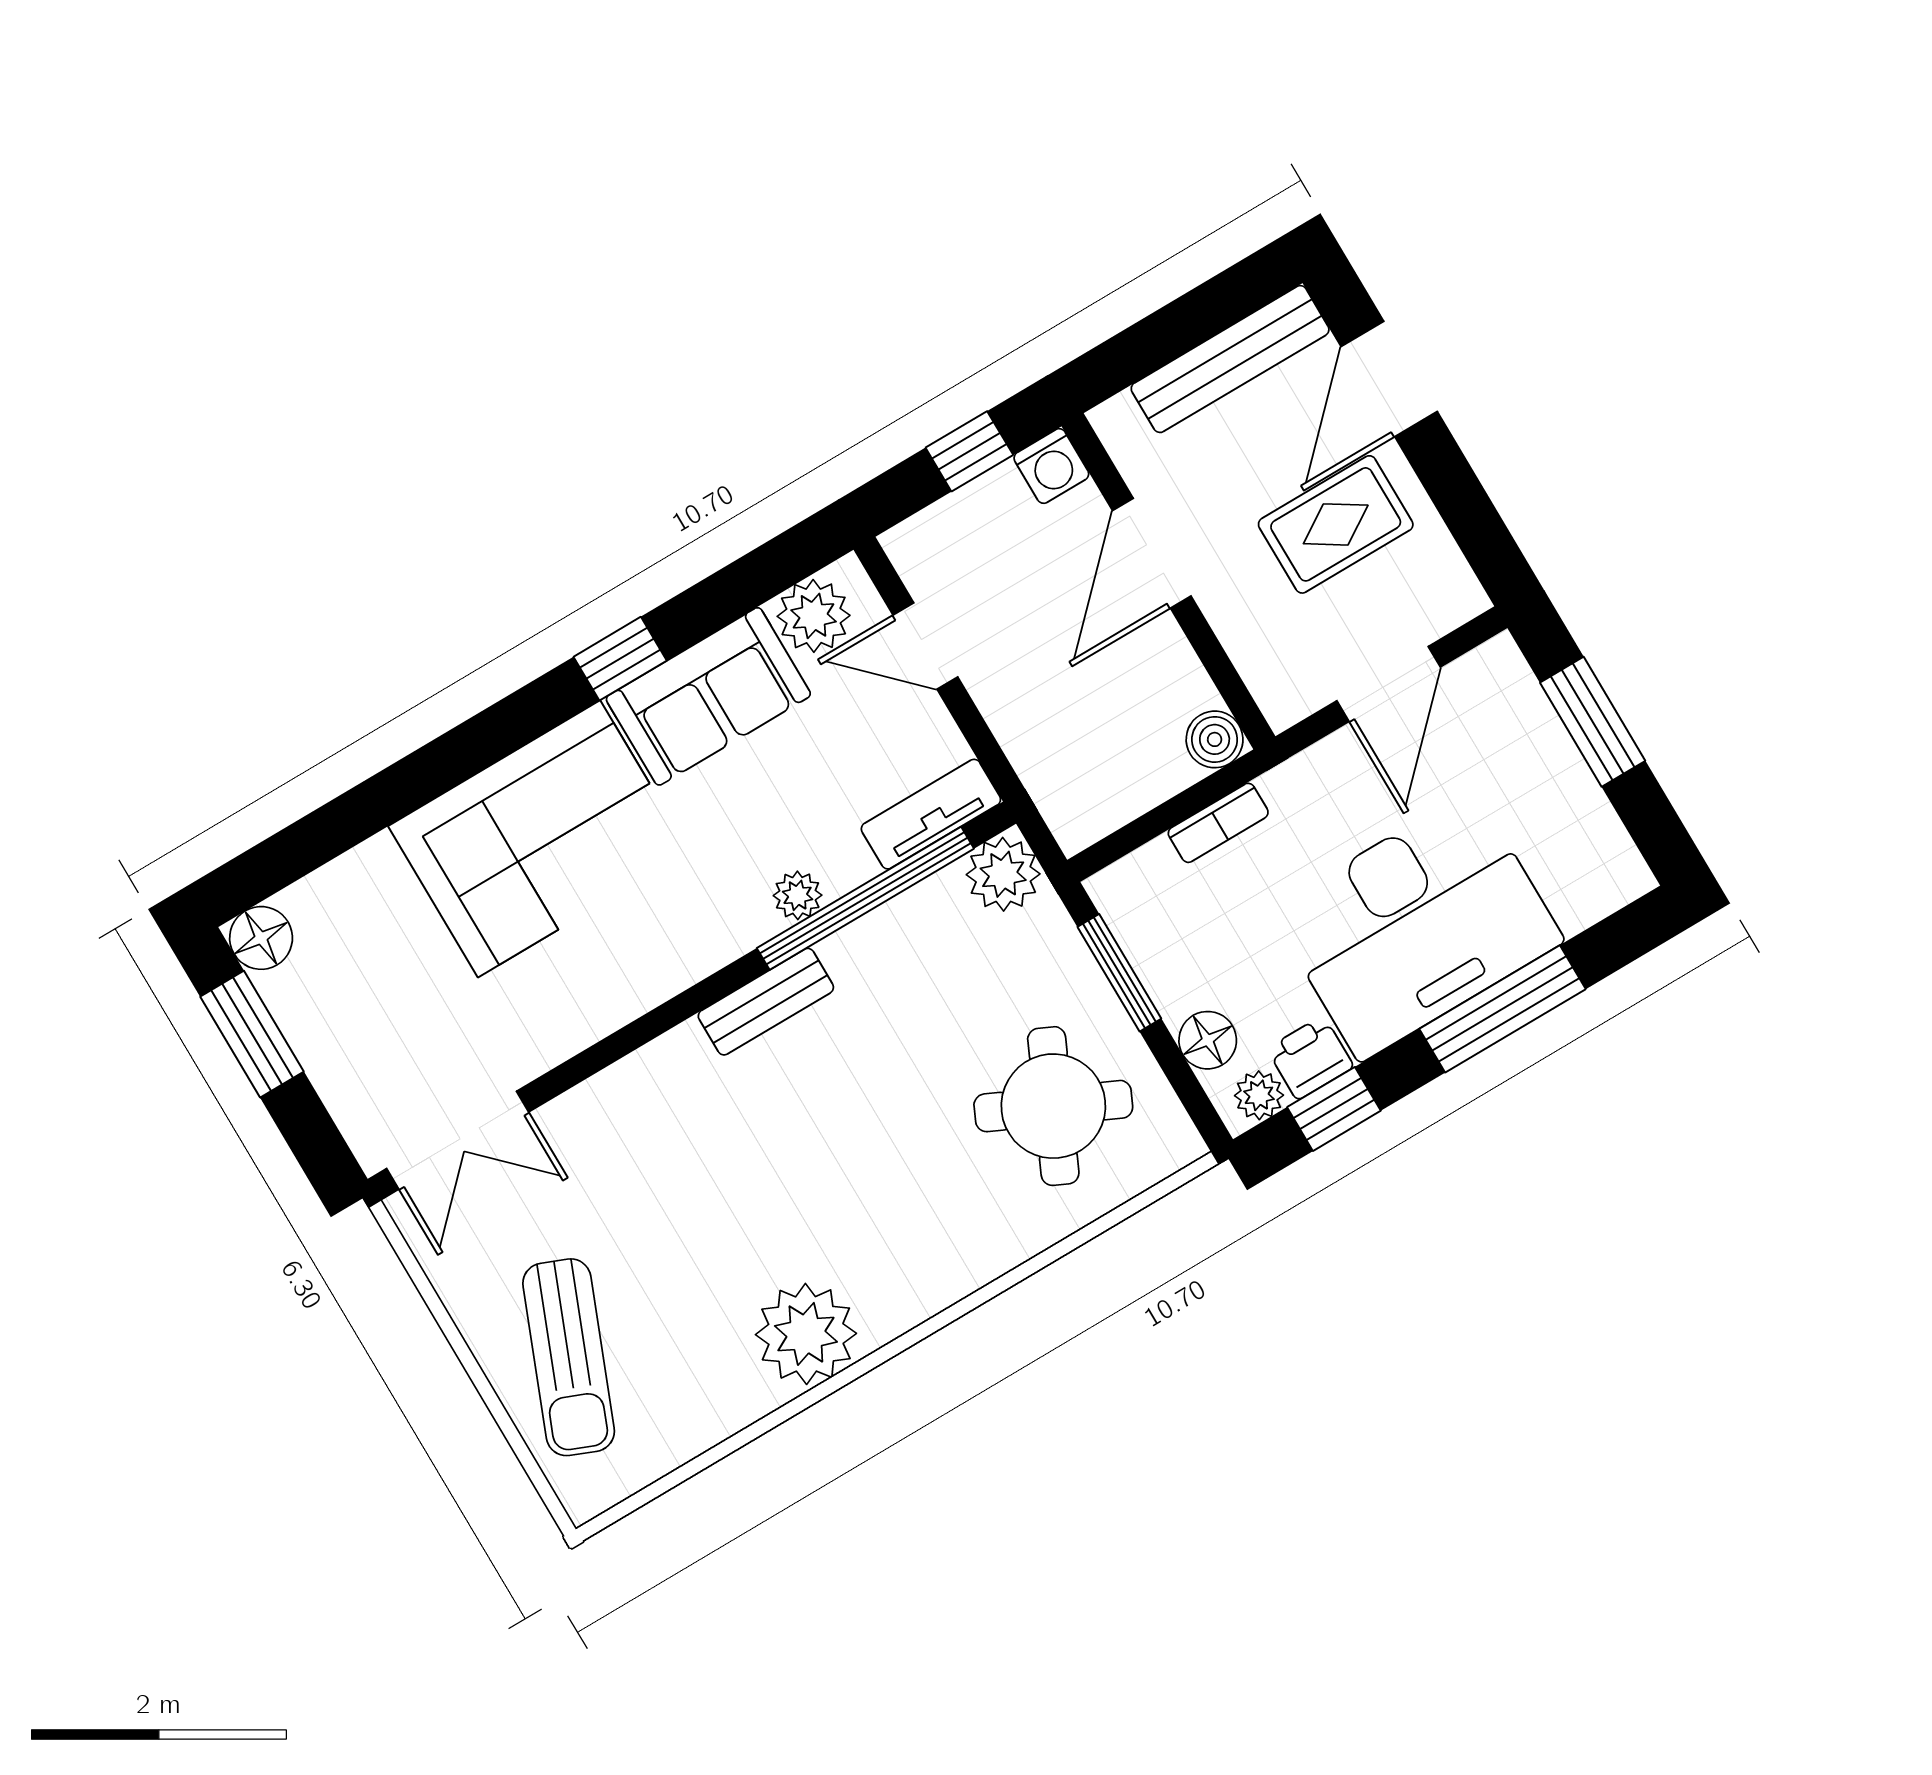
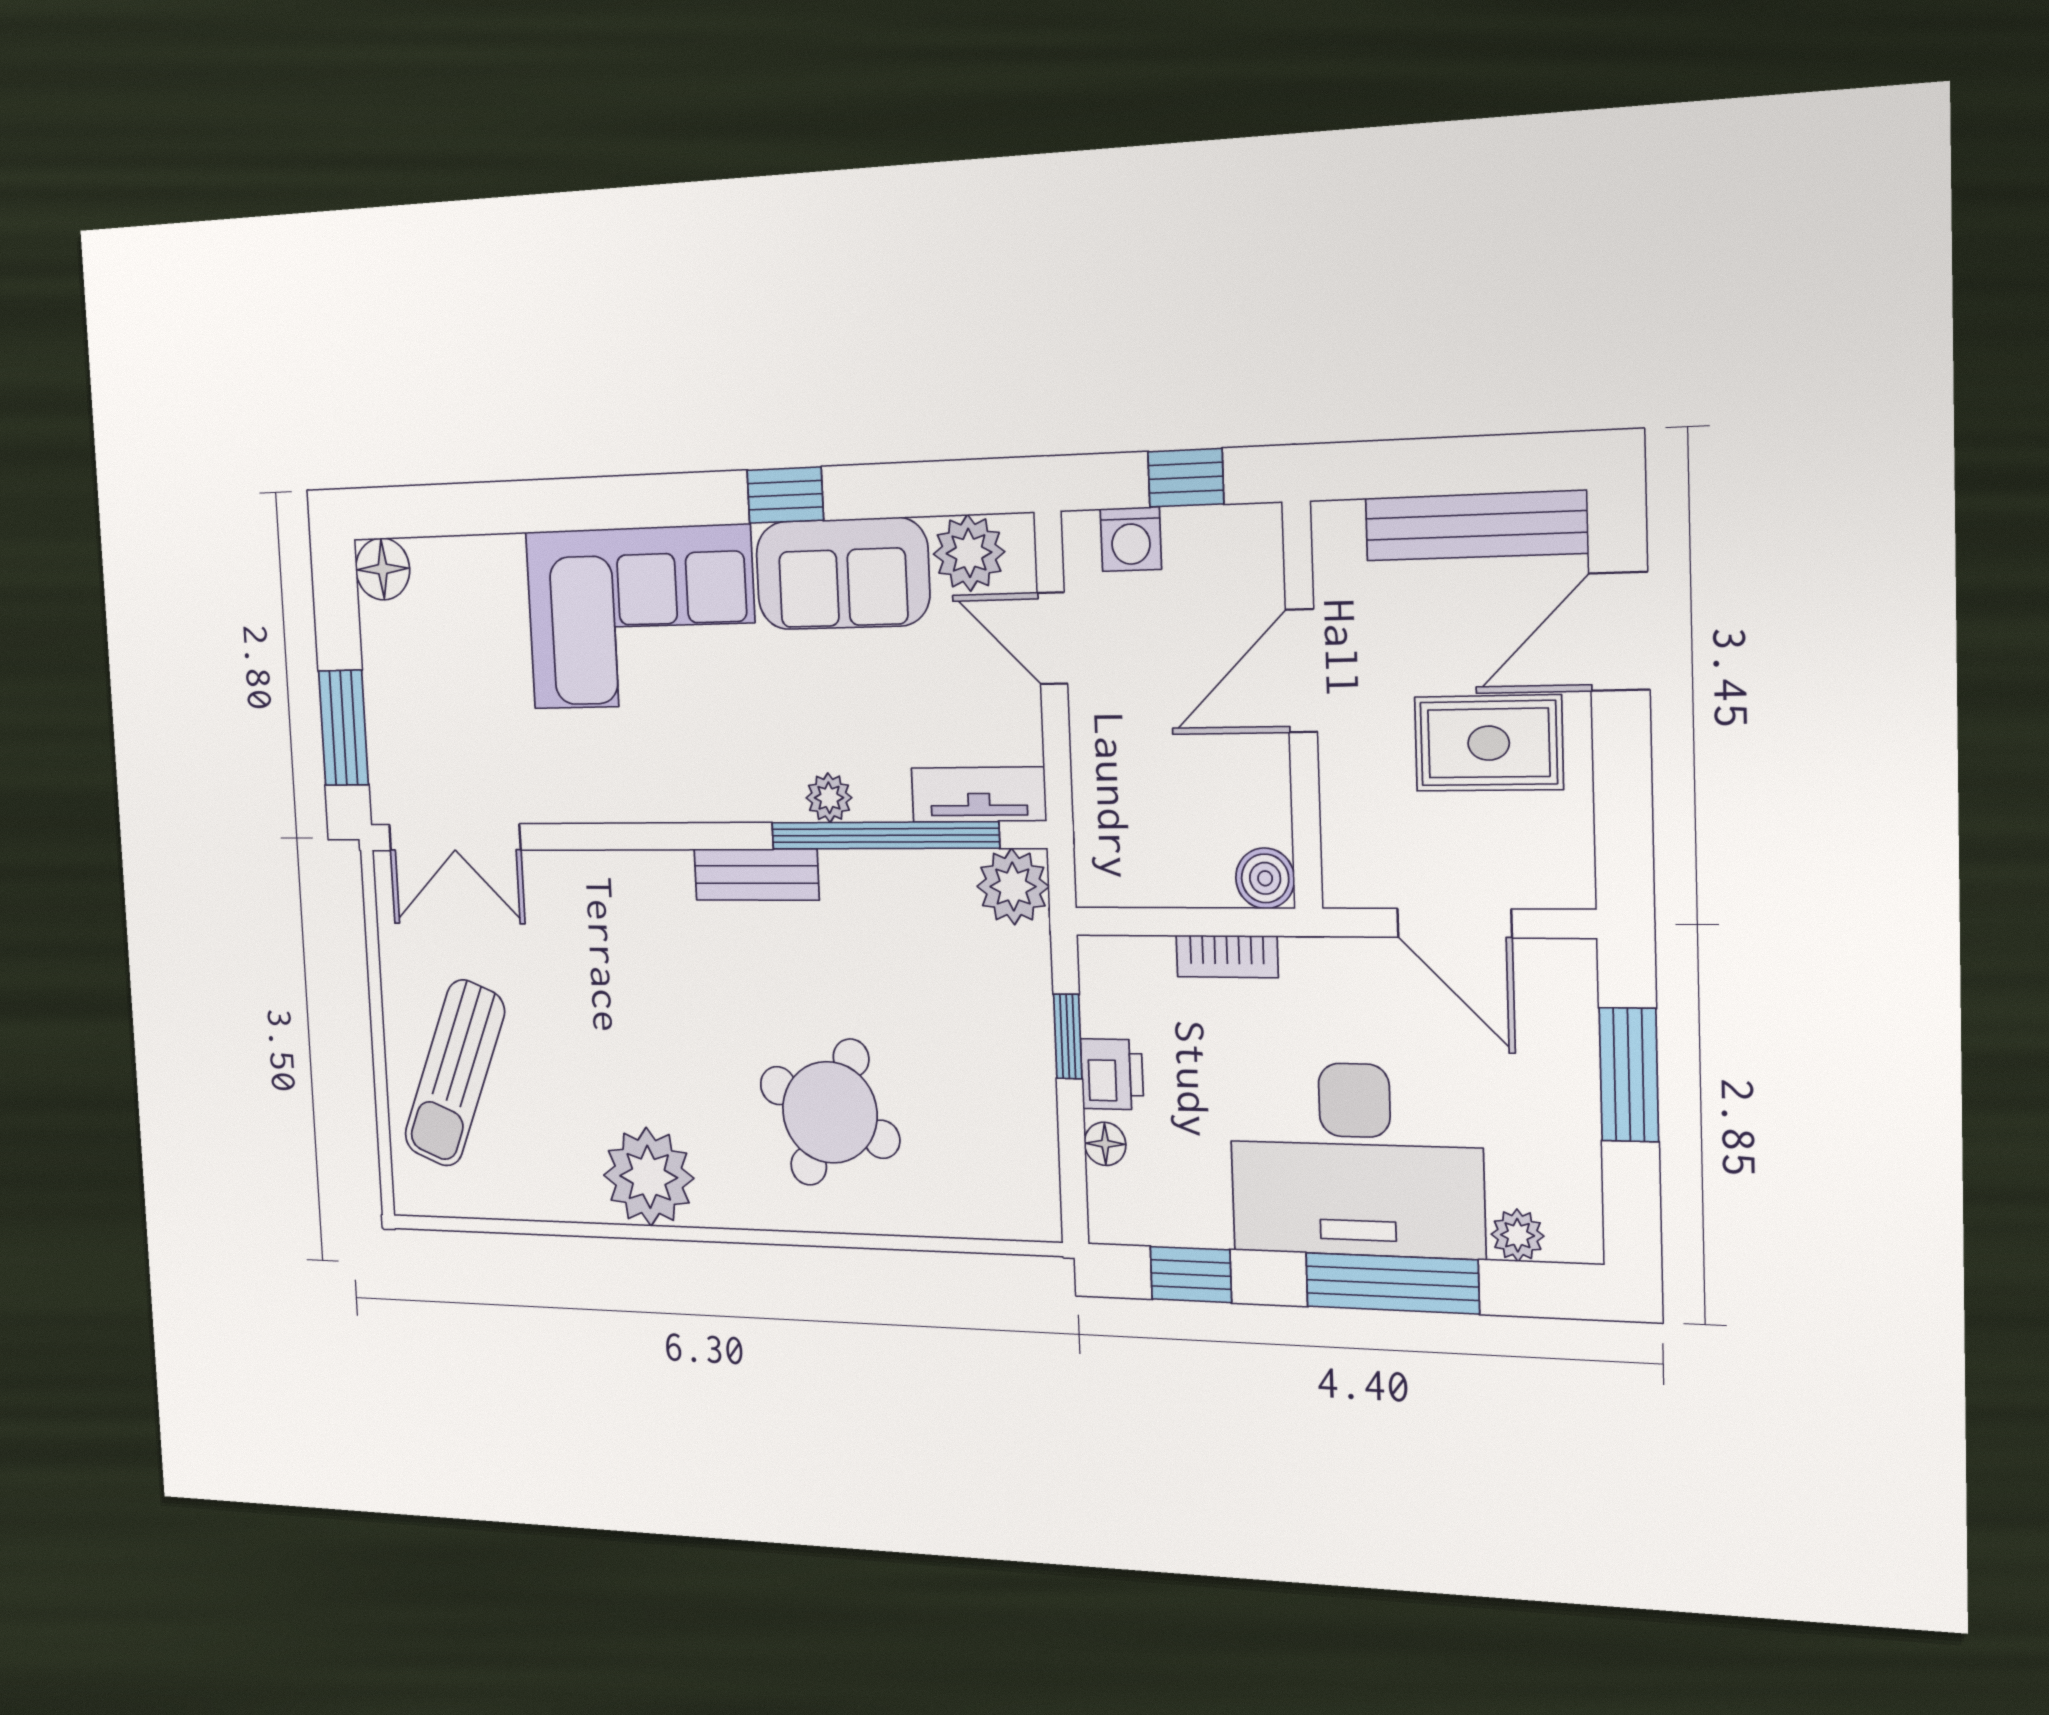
washing machine: (1051, 466) -> (1131, 539), moved
door: (1389, 684) -> (1454, 923), hinge flipped
window: (1119, 973) -> (1068, 1036), width x0.67
window: (252, 1034) -> (344, 728), moved
floor lamp: (1208, 1040) -> (1105, 1144), width x0.73, depth x0.73
printer: (1310, 1058) -> (1112, 1074), moved, turned 90
plant: (1259, 1095) -> (1518, 1235), moved
round table: (1053, 1106) -> (830, 1112), moved

